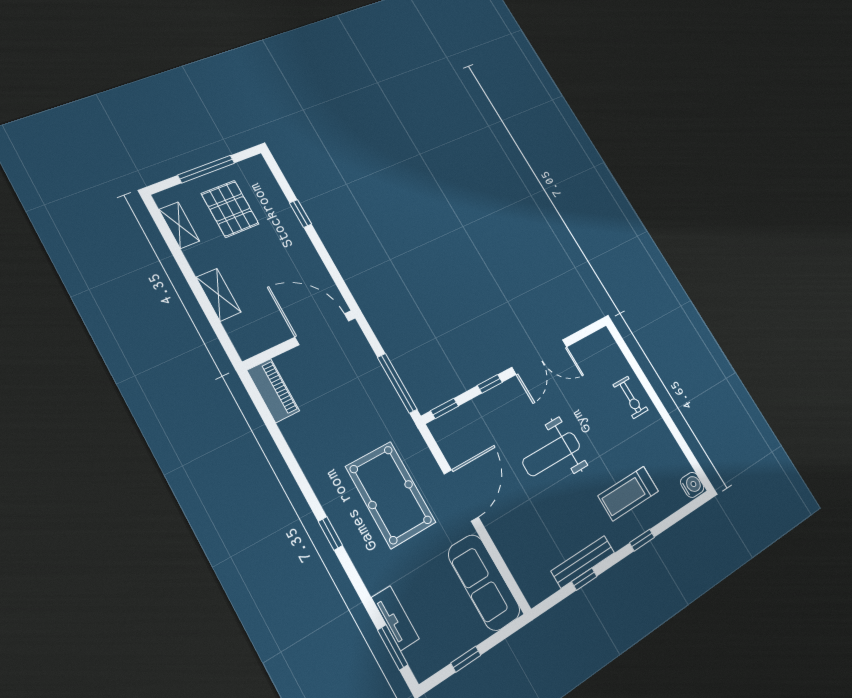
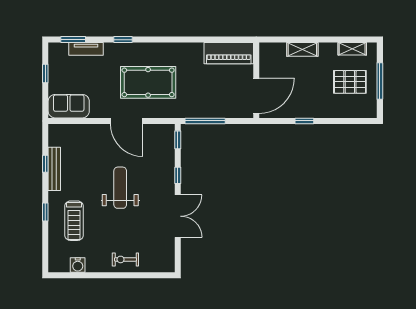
window: (300, 214) -> (304, 121), moved
double door: (540, 357) -> (178, 216), swing flipped
piano: (273, 391) -> (229, 53), width x1.37, depth x1.33
water cooler: (692, 485) -> (78, 265), moved
treadmill: (628, 494) -> (74, 221), turned 180
window: (330, 533) -> (123, 40), moved
sofa: (484, 582) -> (69, 106), width x0.73

